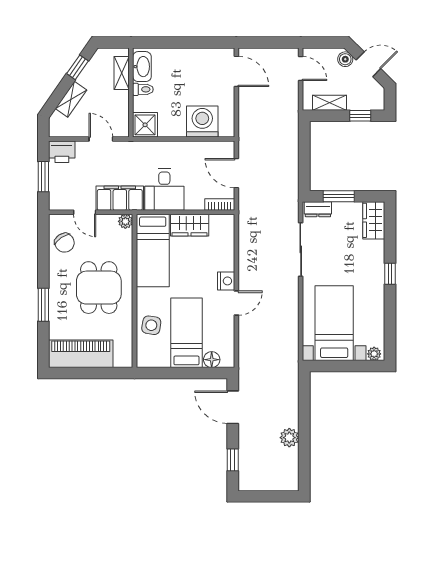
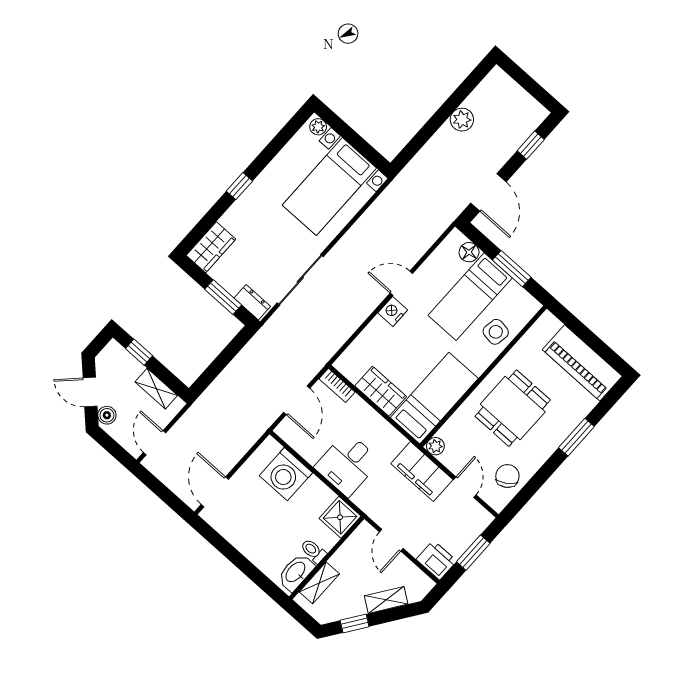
desk: (164, 190) -> (347, 464), moved, turned 180
window: (176, 373) -> (512, 269), added

